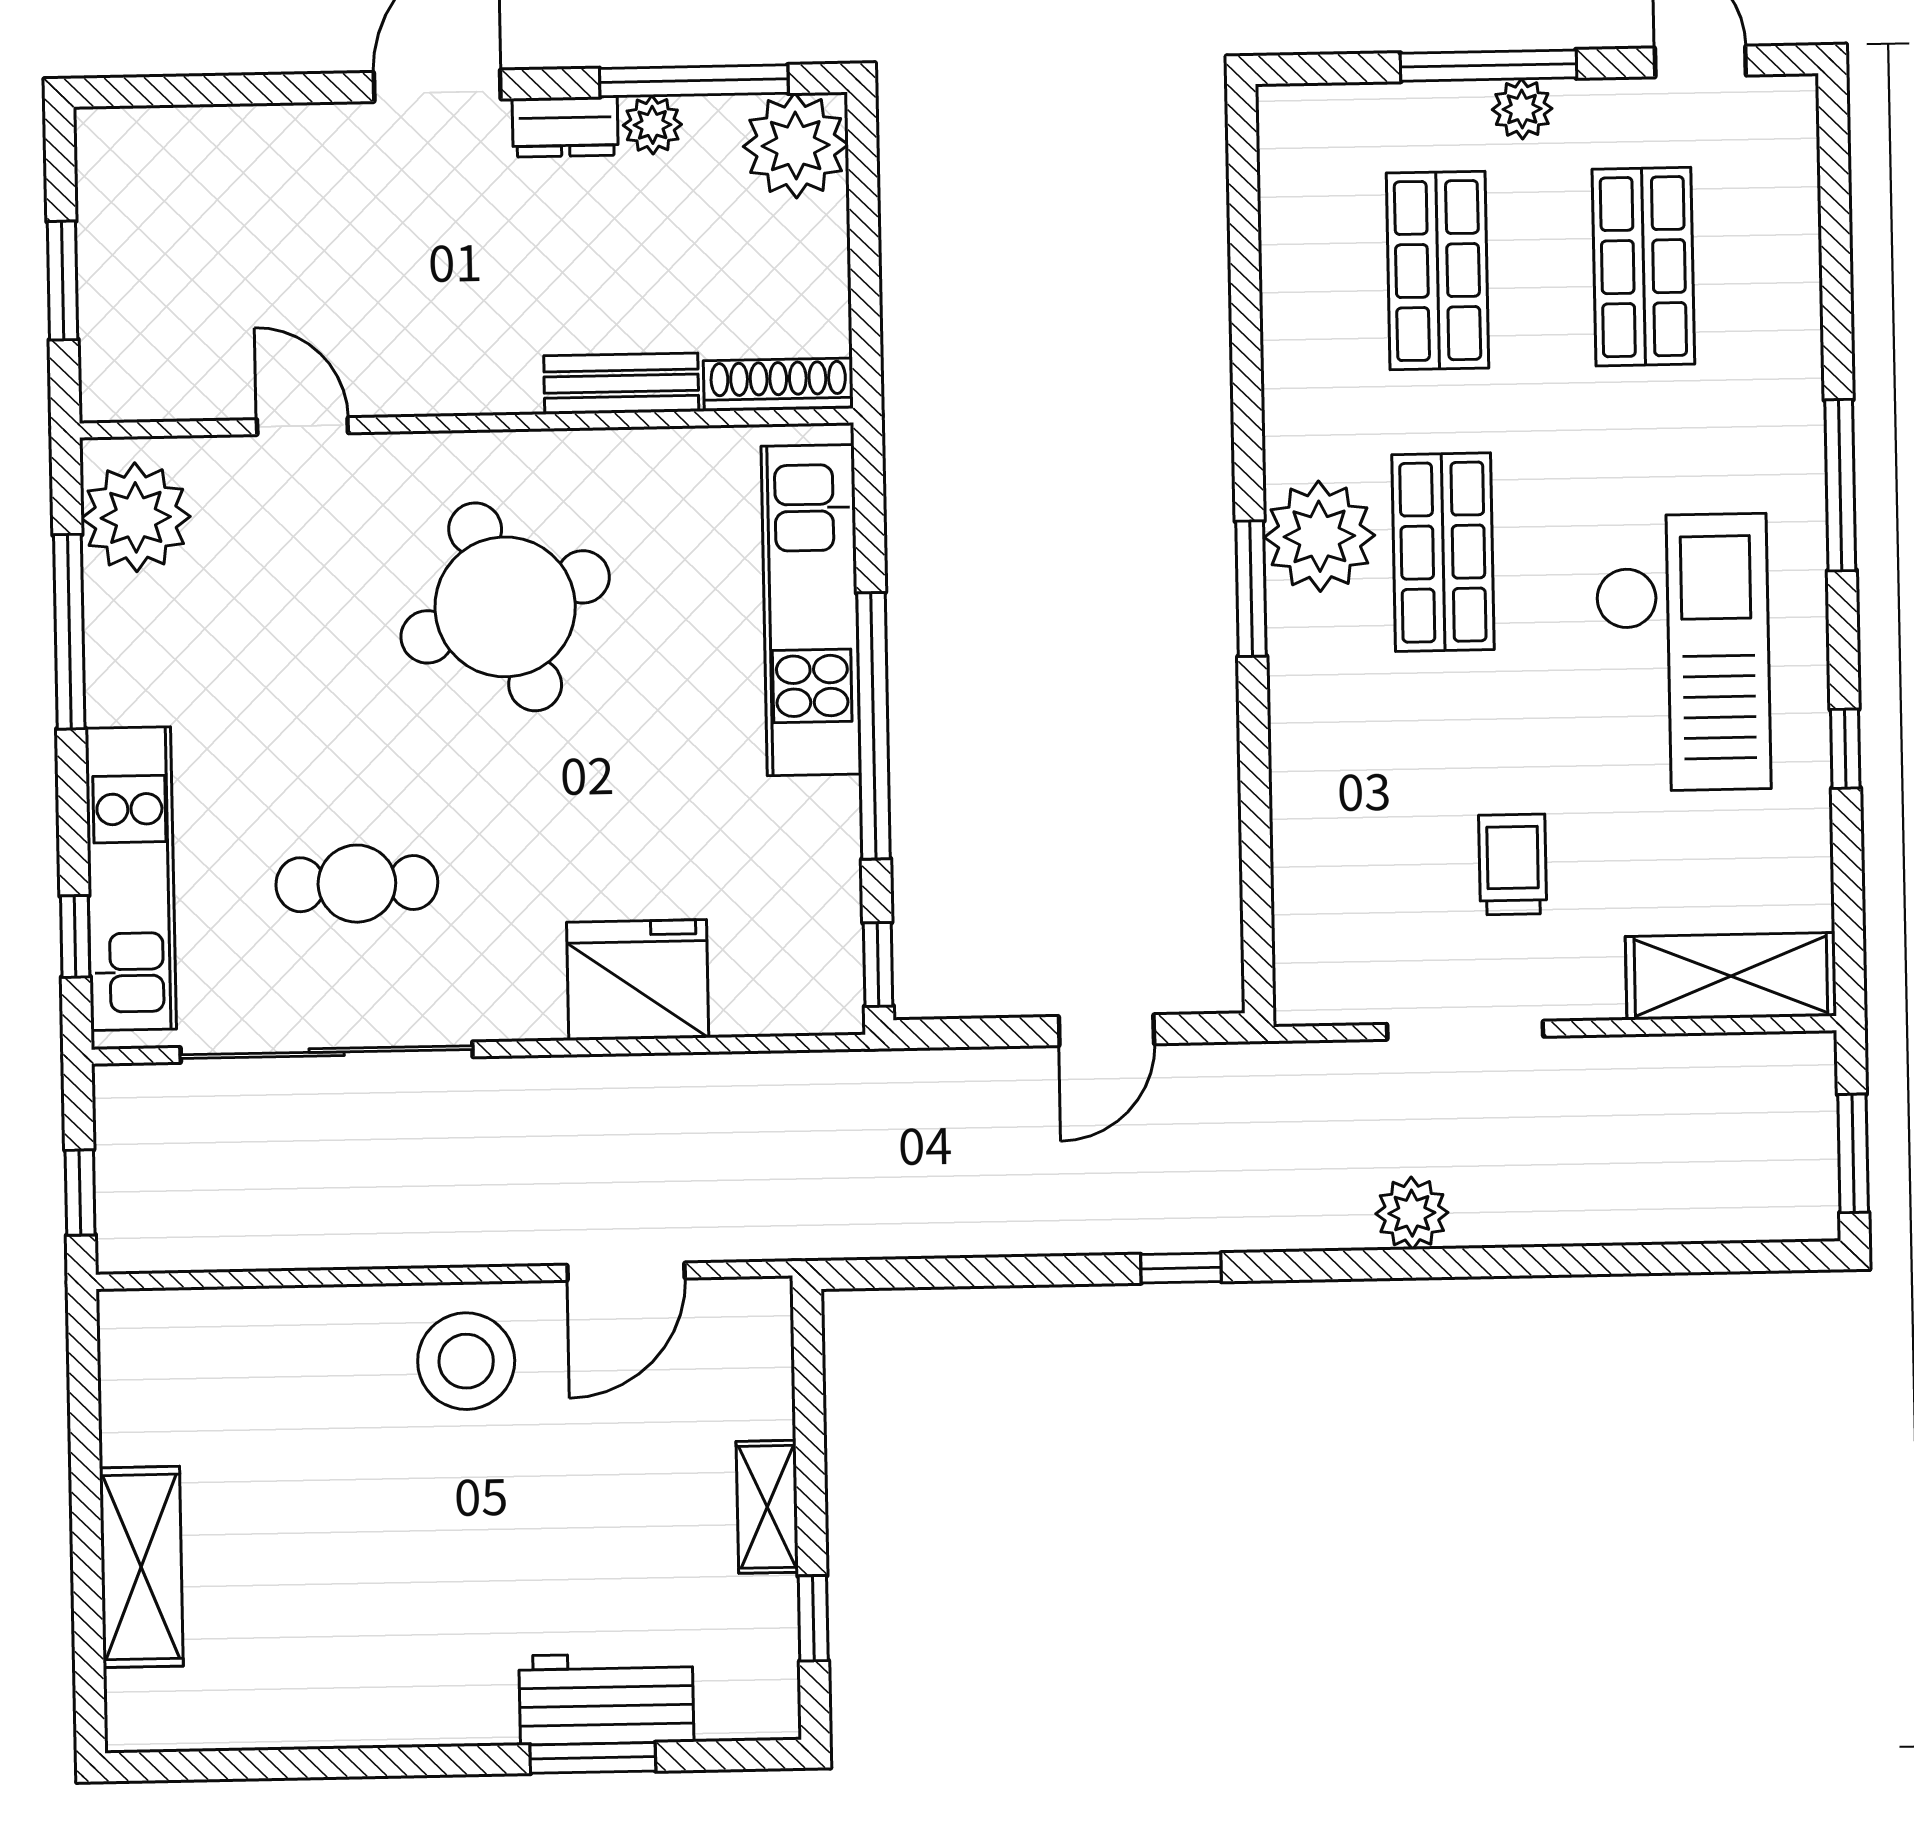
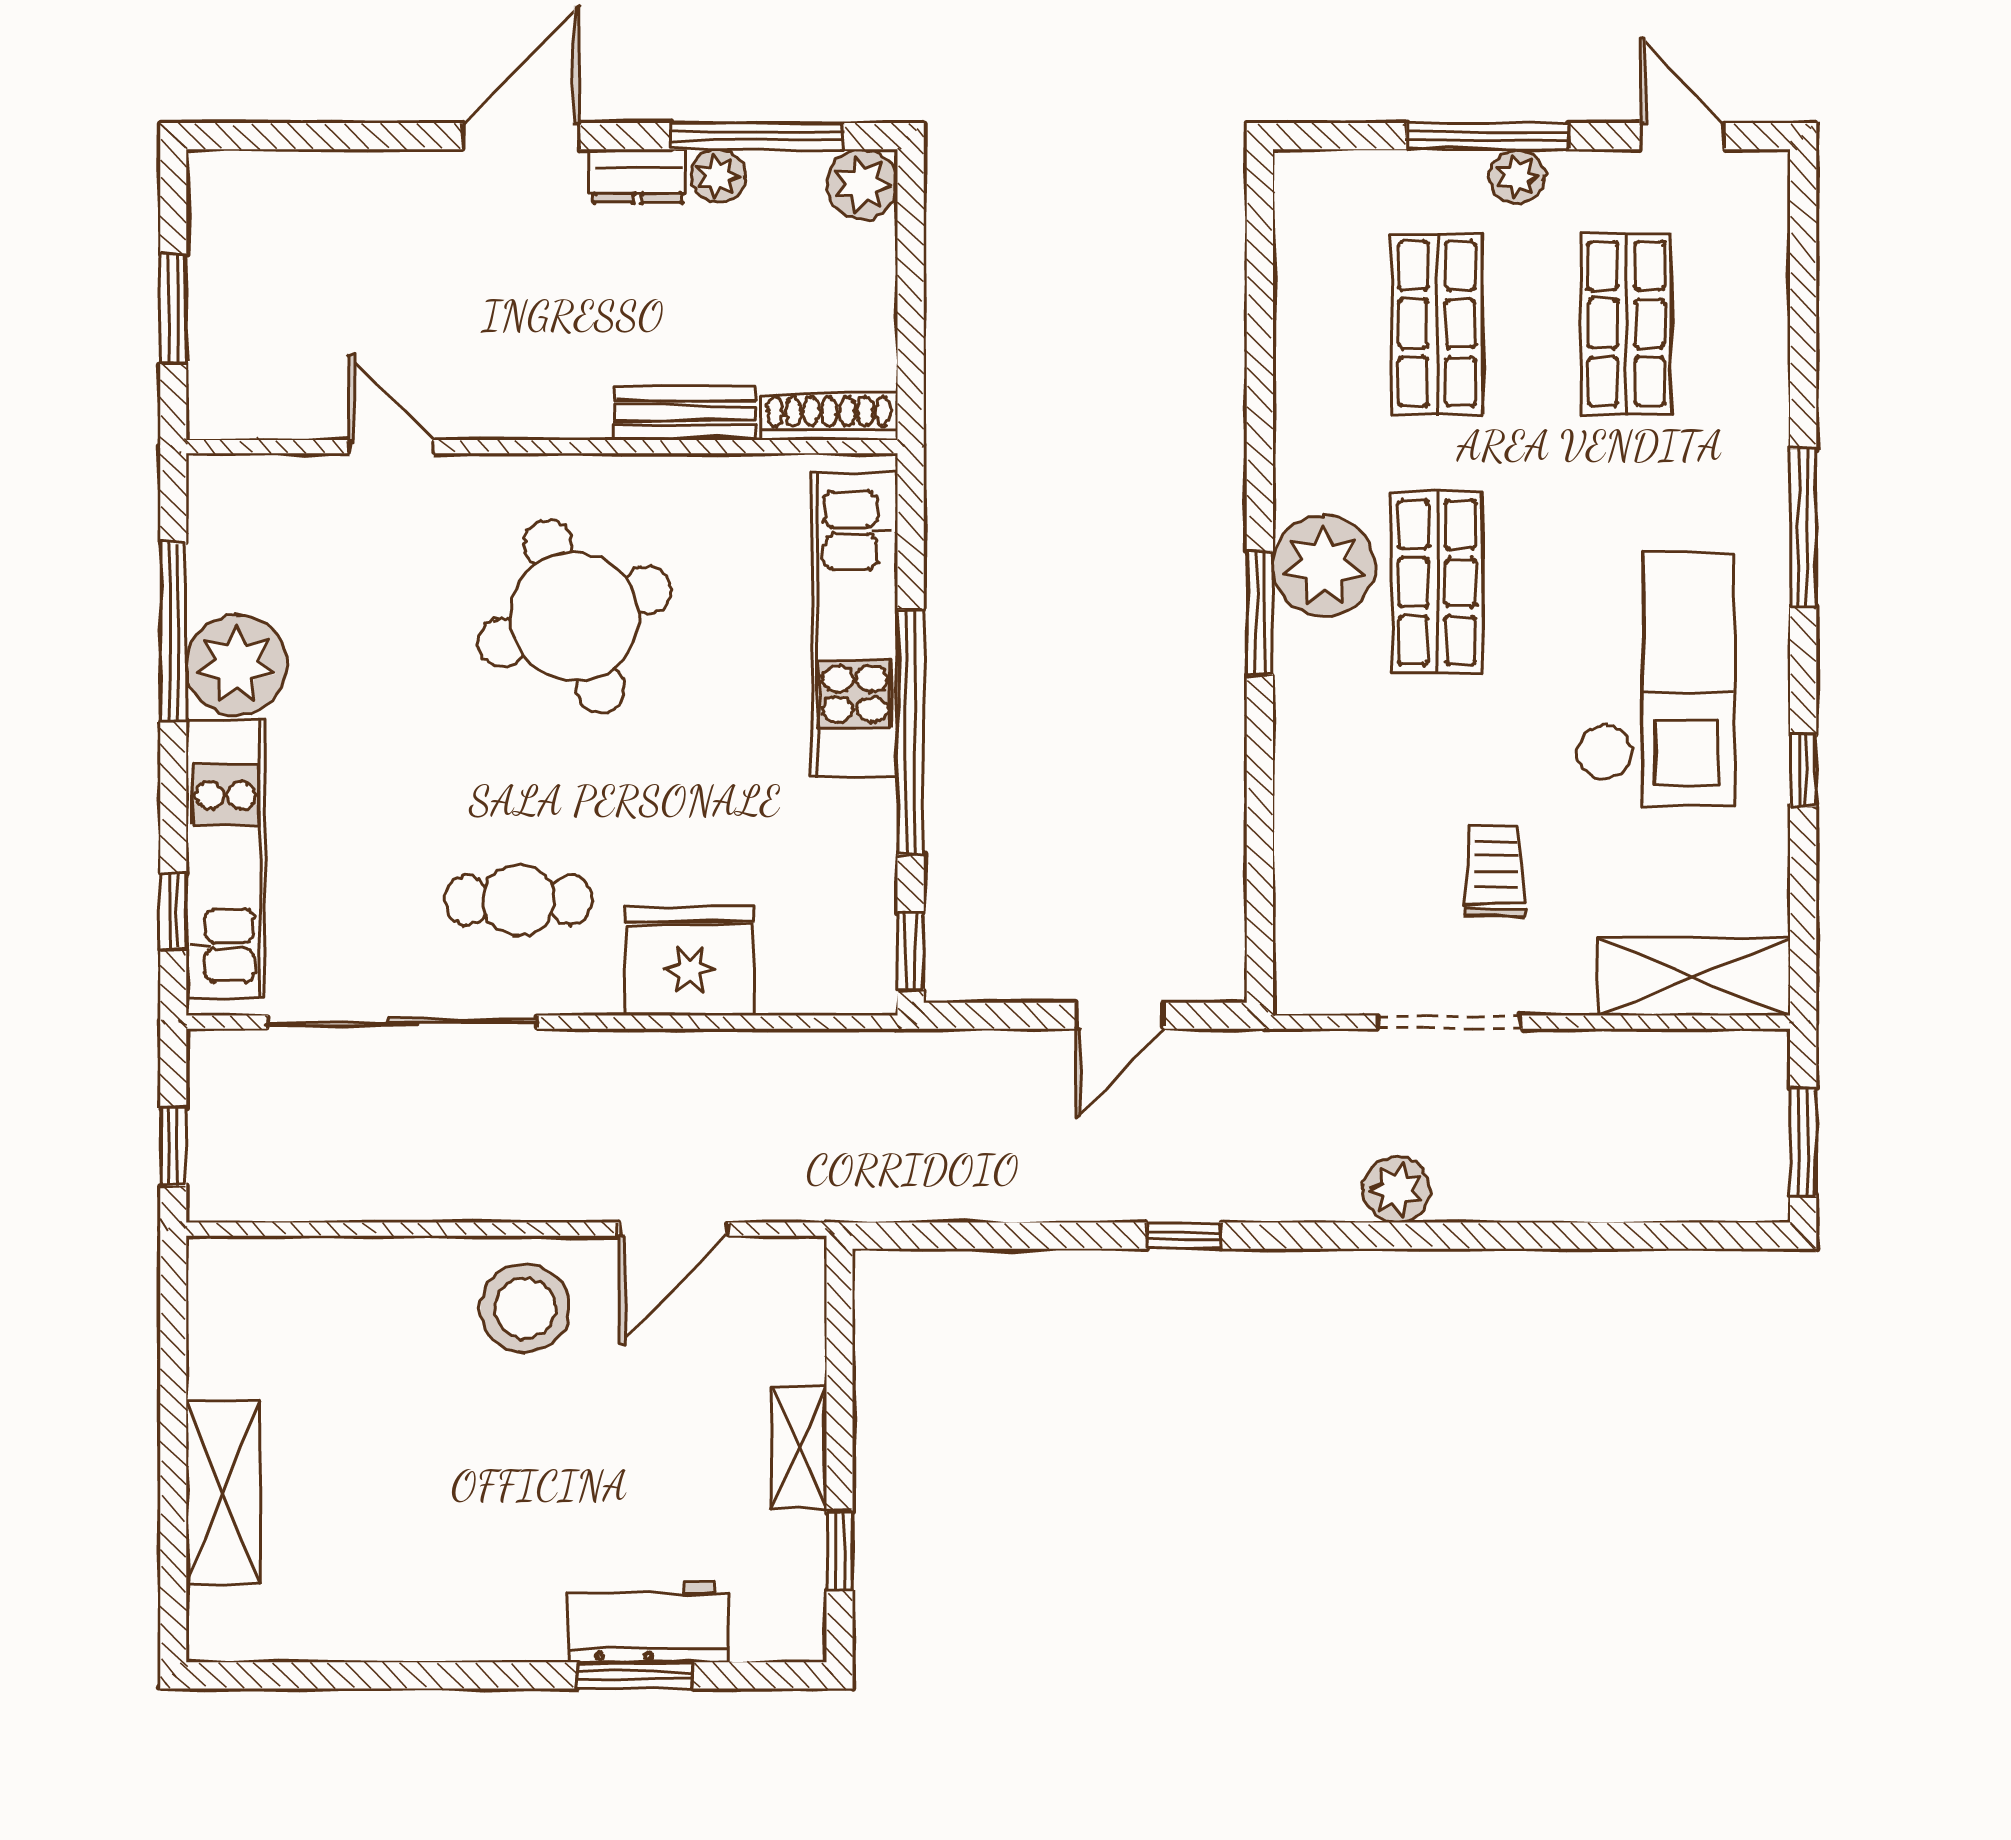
plant: (796, 146) -> (862, 184), width x0.73, depth x0.73
plant: (136, 517) -> (236, 665), moved
cafe table: (357, 884) -> (519, 900), moved

